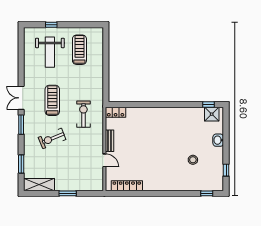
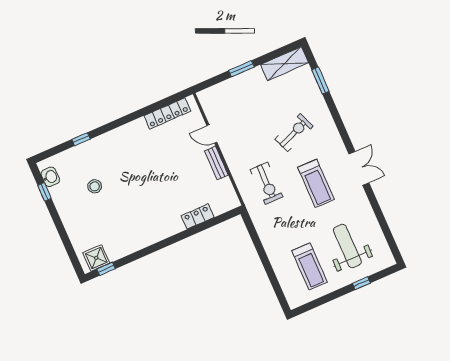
locker: (116, 112) -> (198, 217), moved
window: (21, 125) -> (343, 133), removed
washbasin: (218, 140) -> (50, 177), moved
window: (207, 193) -> (81, 139), moved

